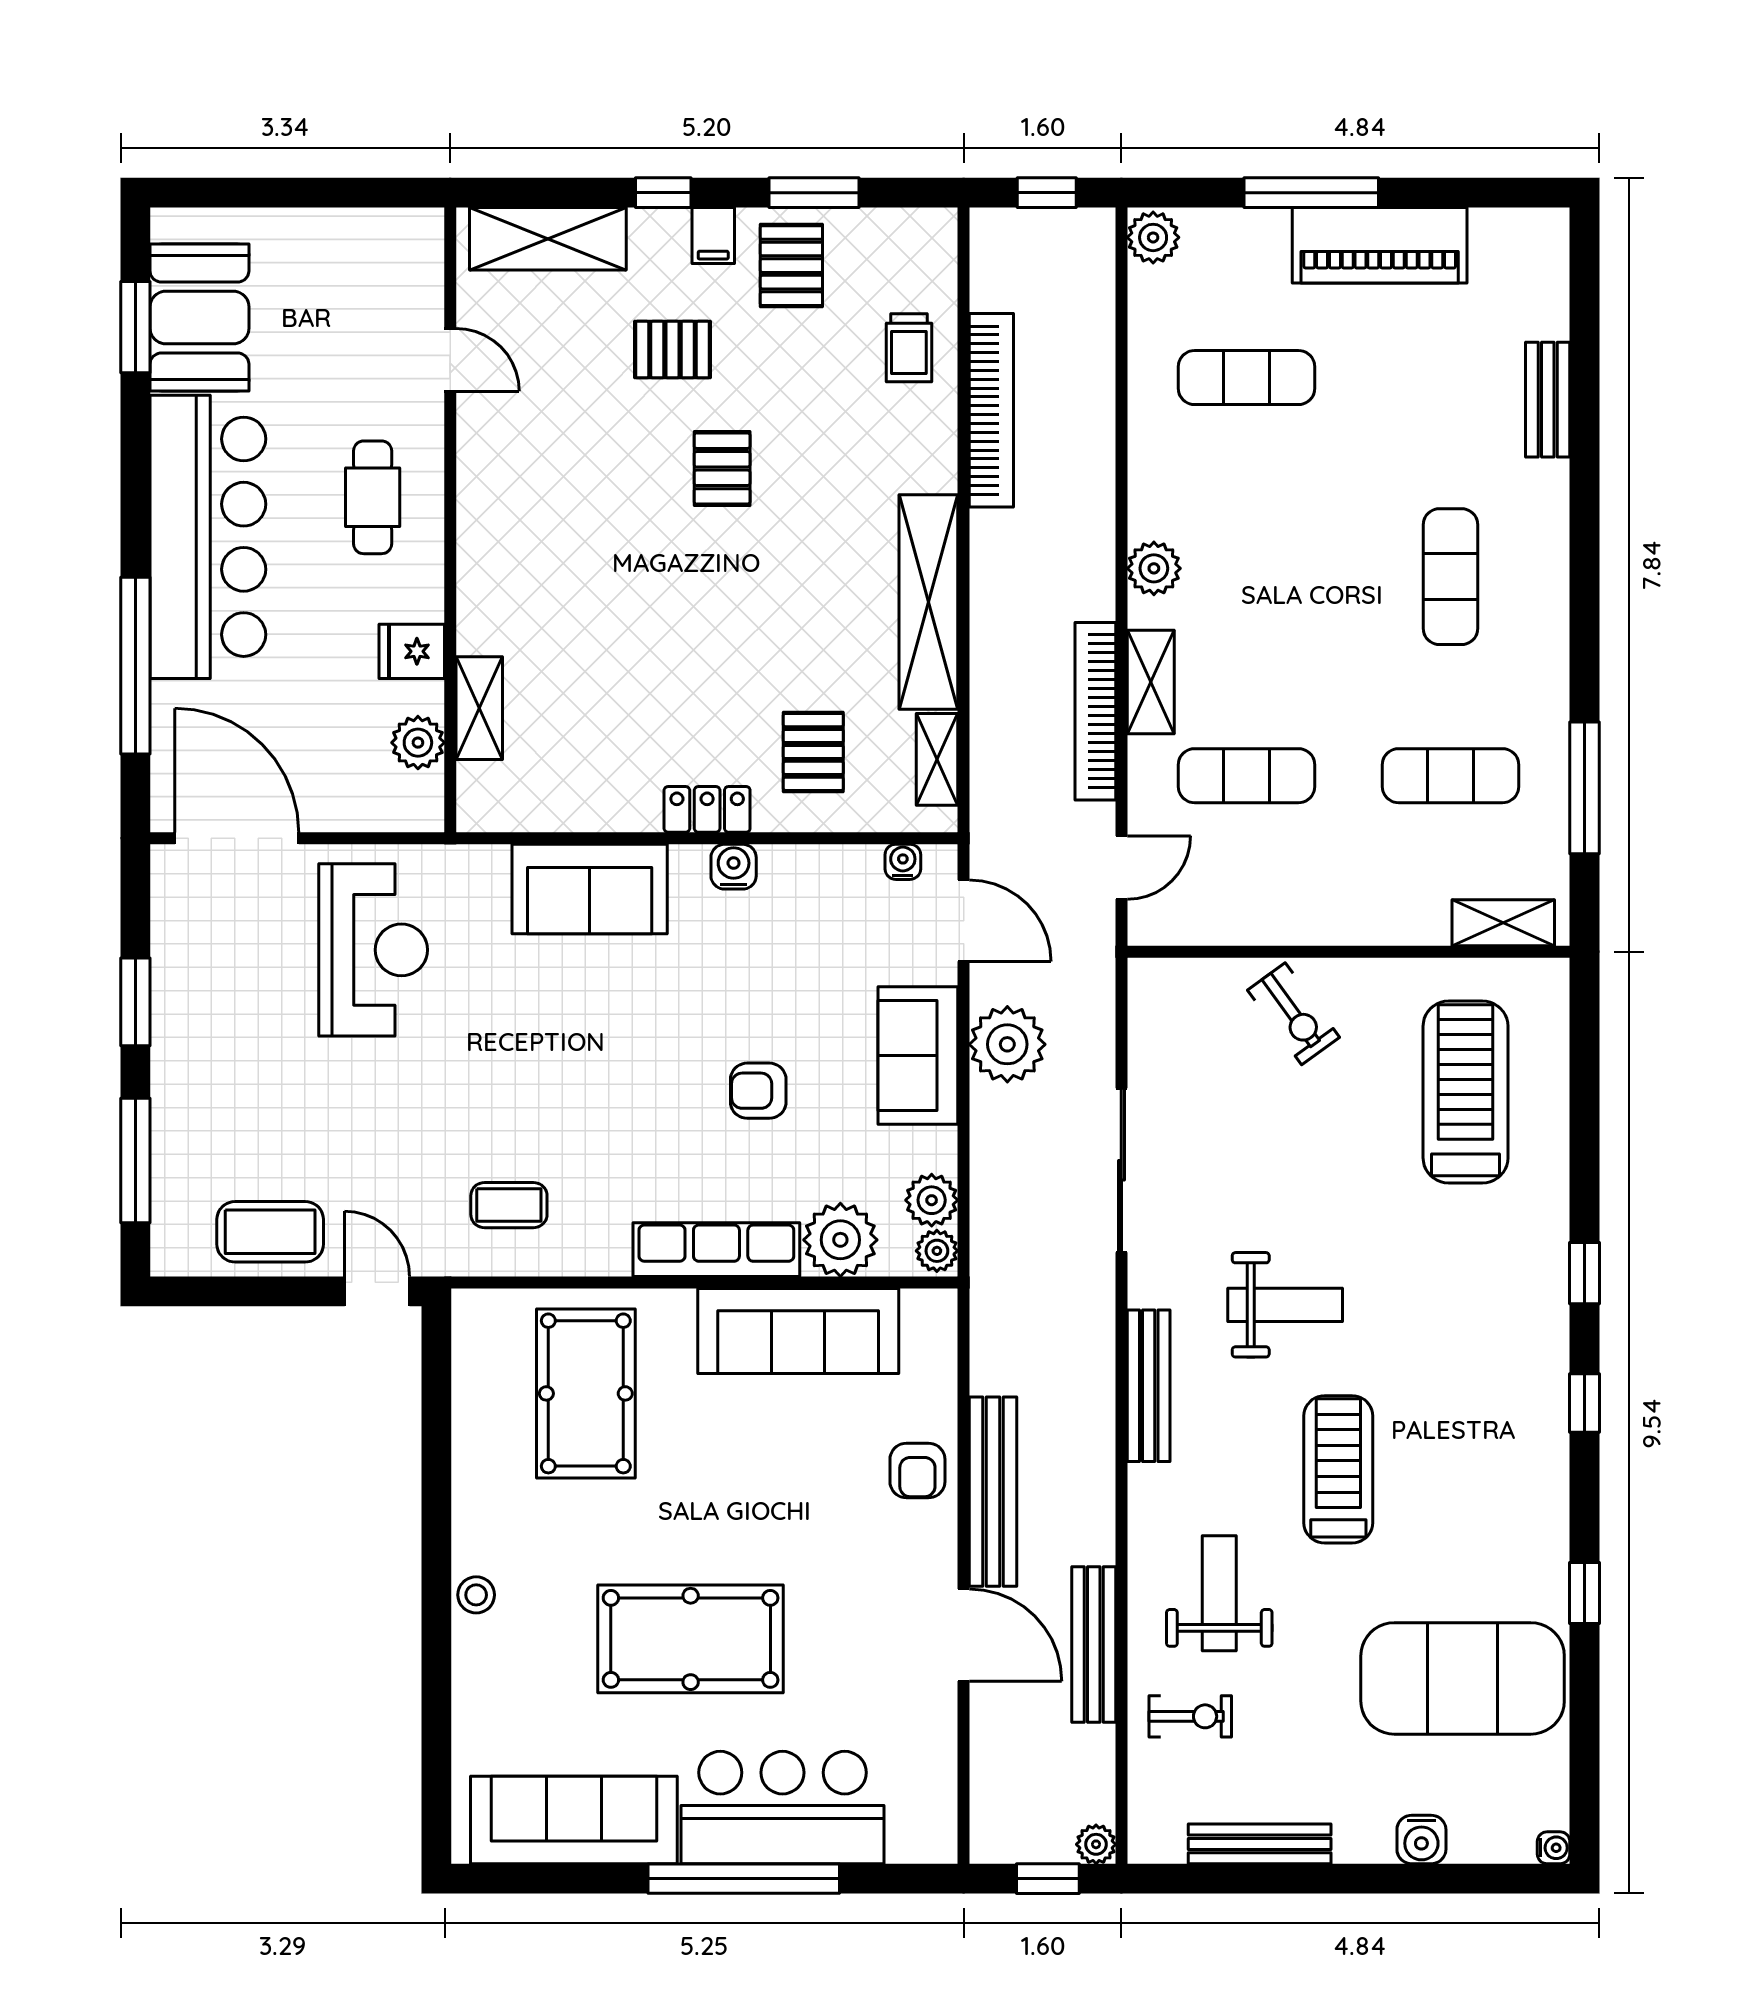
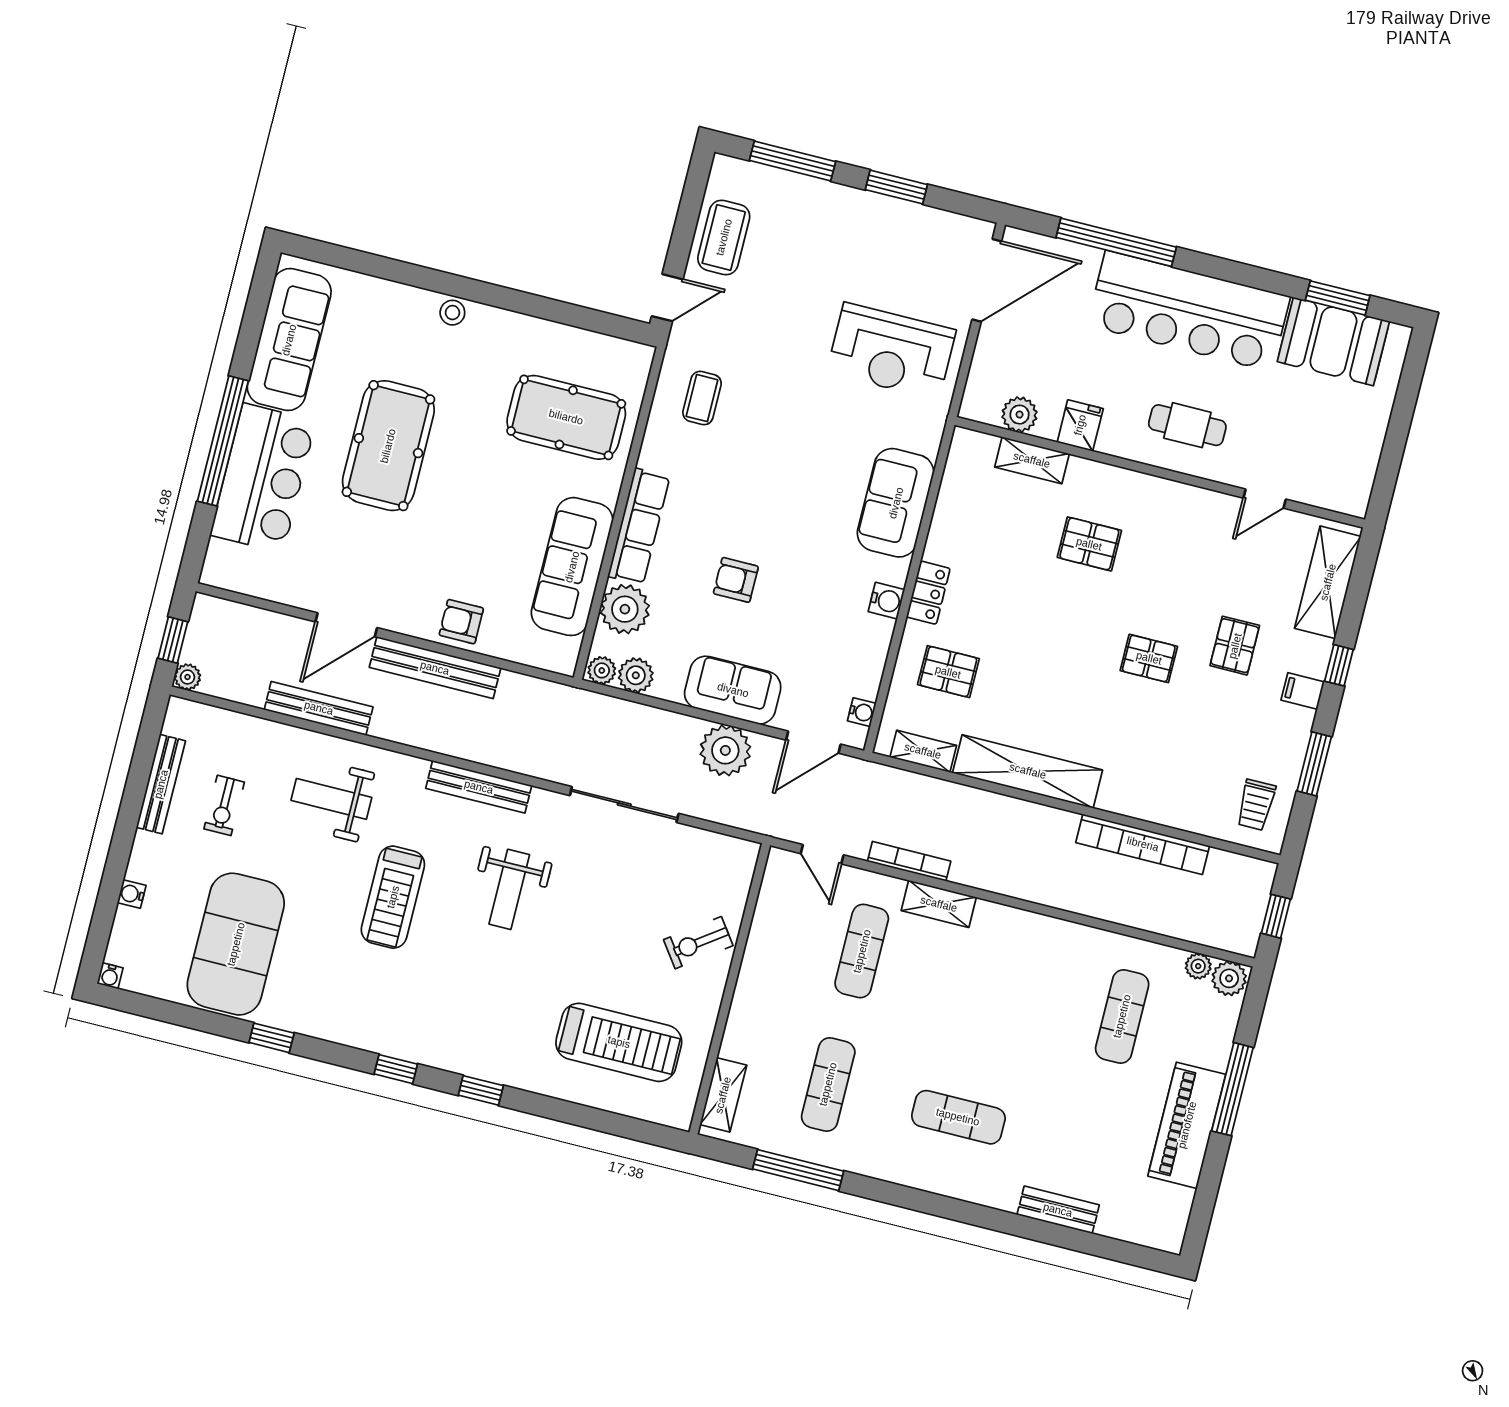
pallet: (791, 266) -> (1089, 544), moved
trolley: (909, 348) -> (1256, 805), moved, turned -90
plant: (1154, 568) -> (1198, 966), moved, width x0.73, depth x0.73
bookcase: (1095, 711) -> (909, 861), width x0.68, depth x0.76
armchair: (758, 1091) -> (736, 580), turned -90
treadmill: (1338, 1469) -> (393, 897), turned 90
weight bench: (1219, 1593) -> (331, 799), turned 180
exercise bike: (1190, 1716) -> (224, 805), moved
water cooler: (1421, 1840) -> (132, 894), width x0.72, depth x0.72

